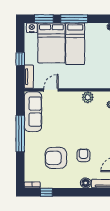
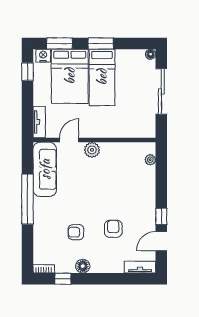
window: (74, 19) -> (101, 43), width x0.69
window: (20, 59) -> (27, 72), moved
plant: (88, 97) -> (92, 150), moved
armchair: (56, 158) -> (76, 232), width x0.53, depth x0.53
floor lamp: (86, 183) -> (83, 266), moved

